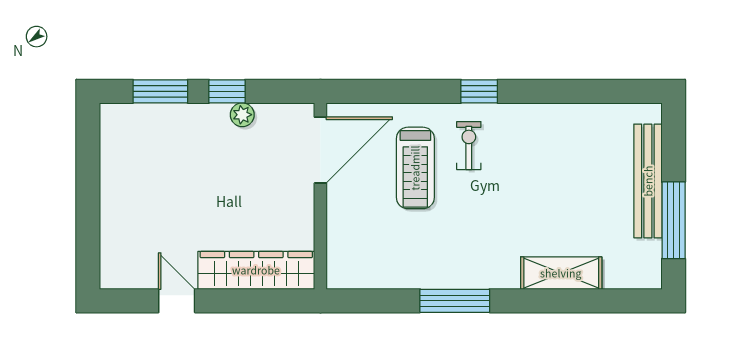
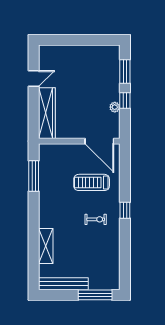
exercise bike: (469, 146) -> (96, 219), moved
bench: (648, 181) -> (63, 284), moved
window: (674, 220) -> (95, 295), moved
window: (455, 301) -> (34, 176), moved

